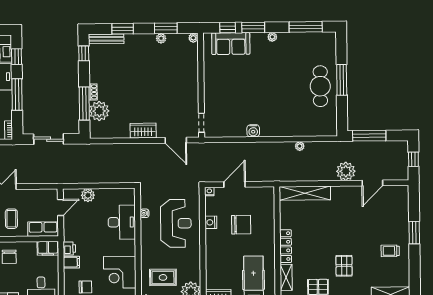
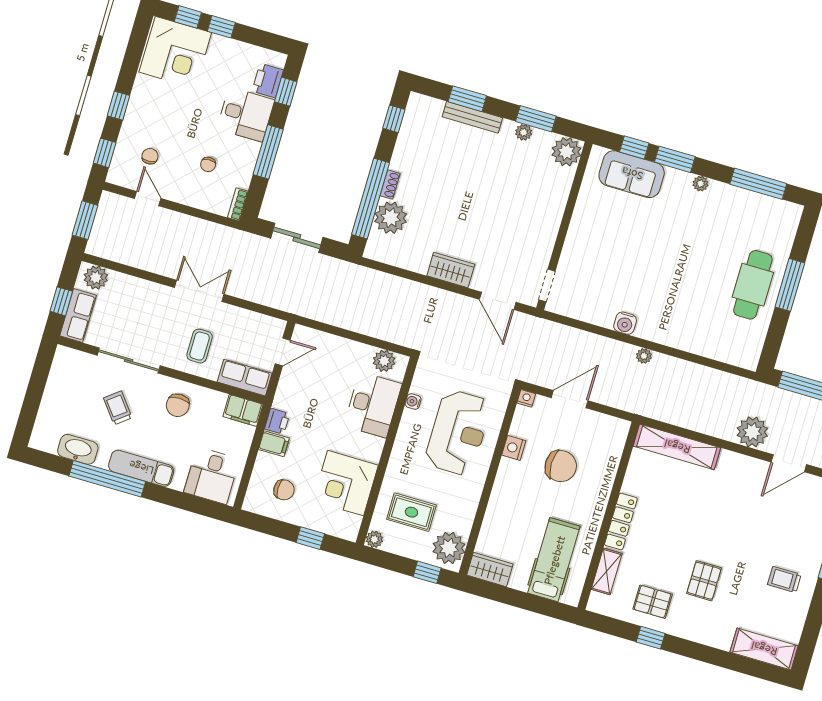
plant: (193, 38) -> (566, 152), width x1.88, depth x1.88
bench: (106, 39) -> (472, 117), moved
window: (84, 103) -> (371, 199), width x1.46
plant: (300, 146) -> (644, 356), moved
plant: (88, 195) -> (384, 361), moved

